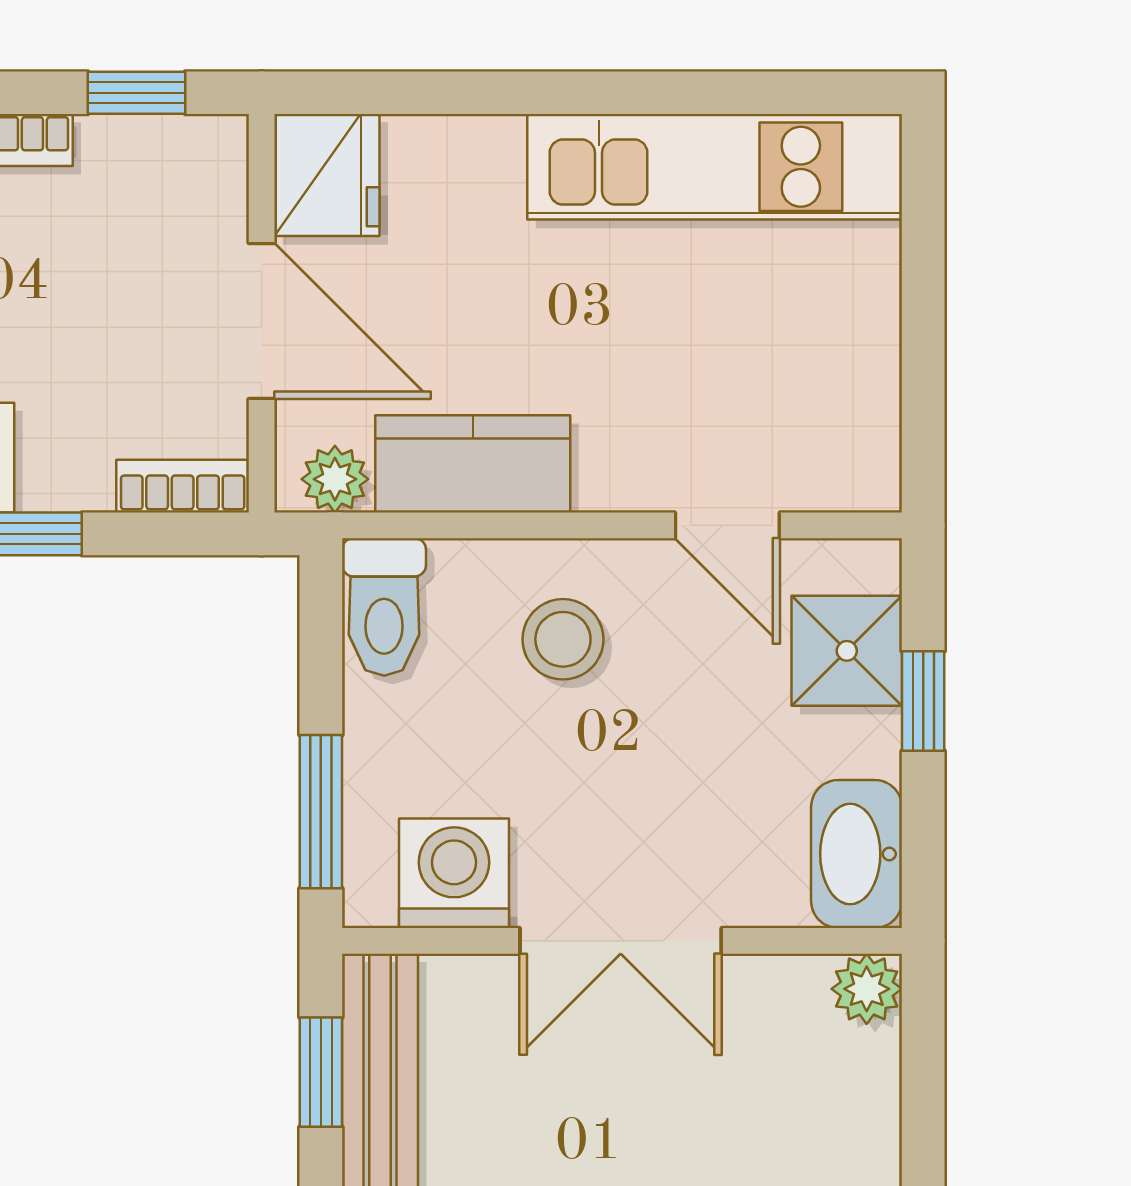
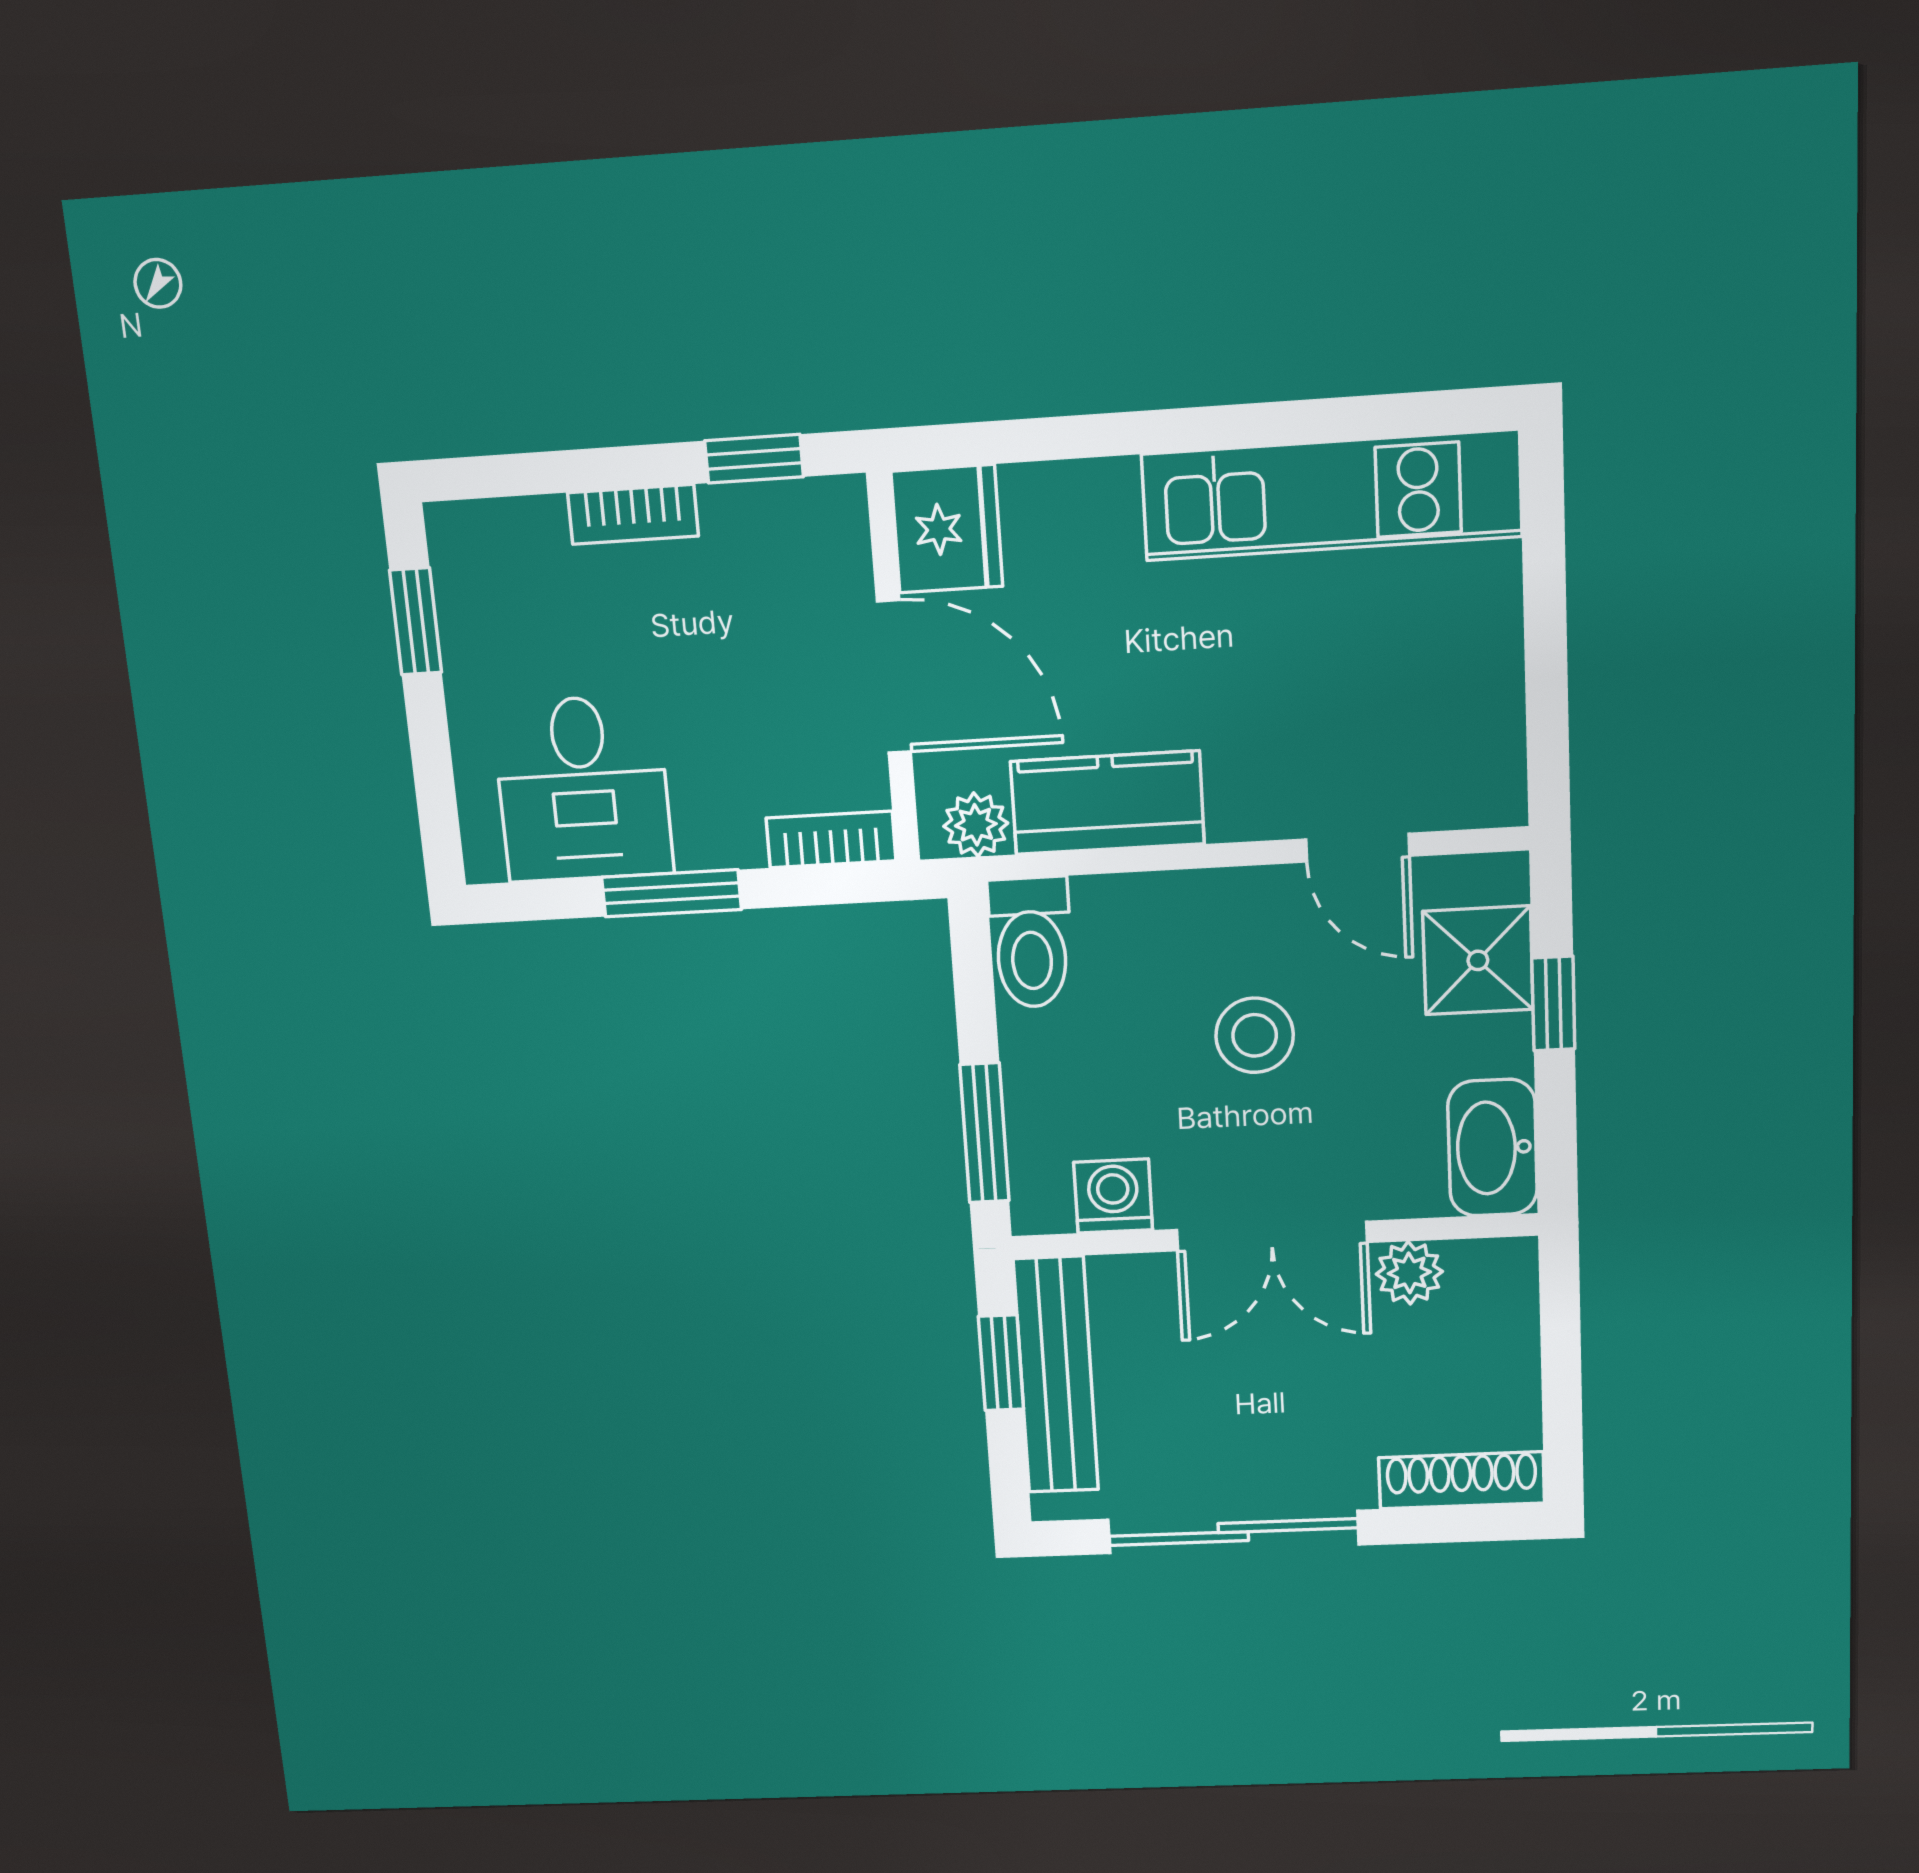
stool: (563, 639) -> (1255, 1035), moved
washing machine: (454, 873) -> (1113, 1196), width x0.73, depth x0.73
plant: (867, 989) -> (1409, 1273), moved

